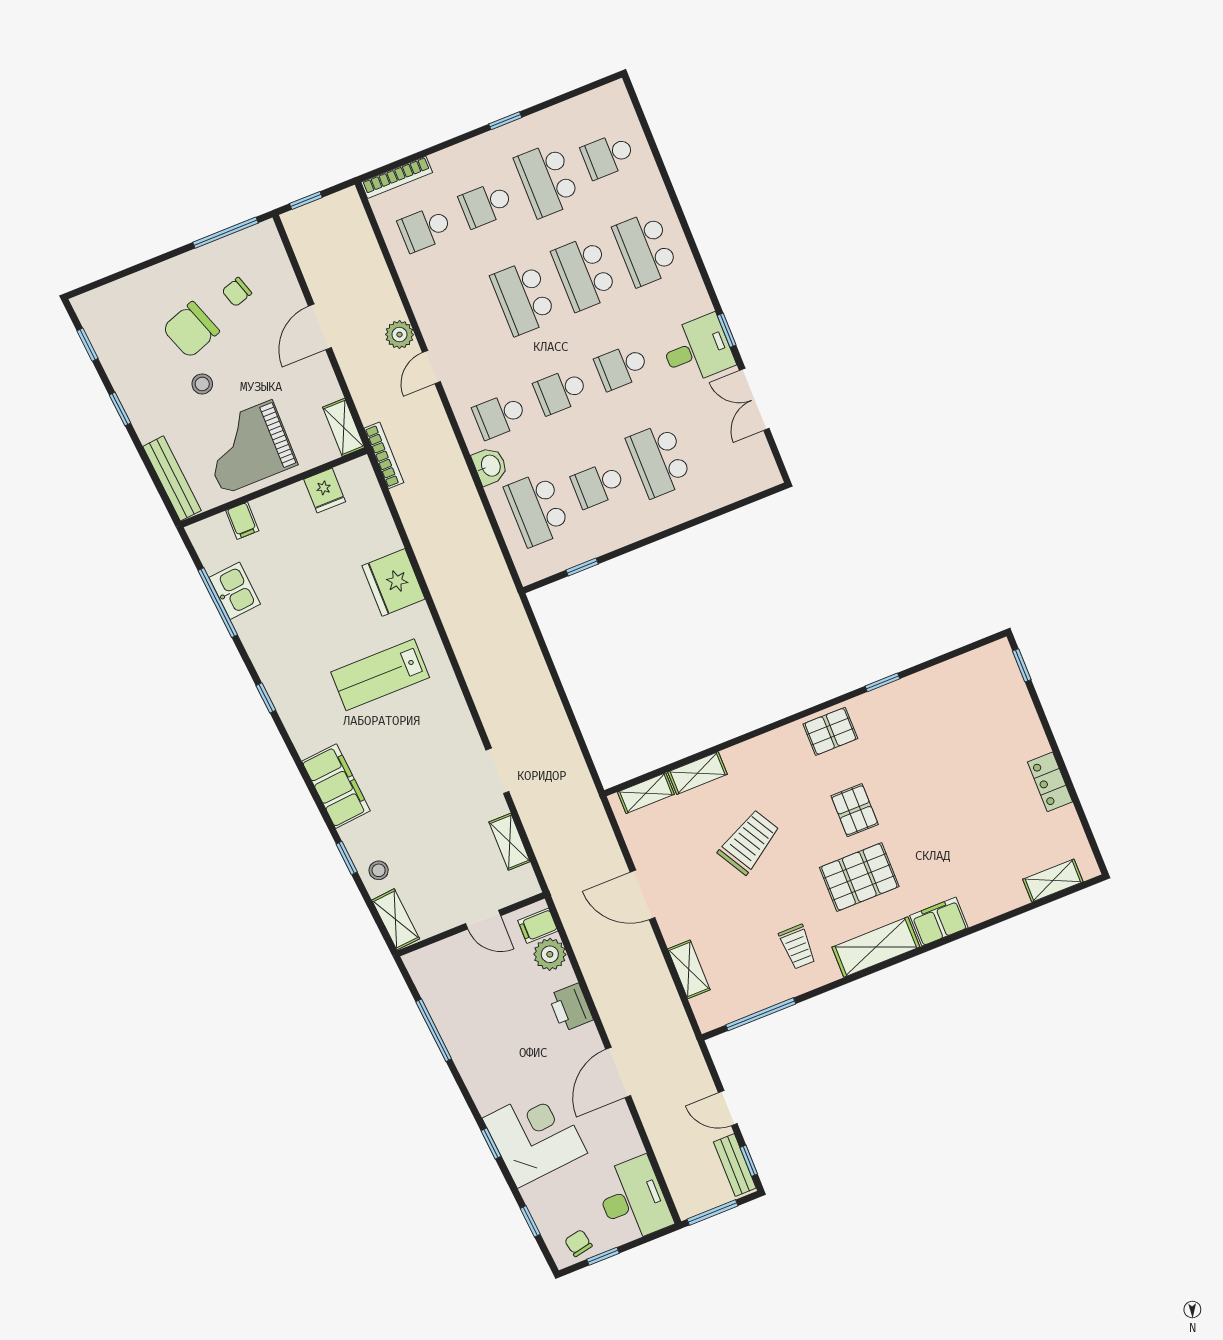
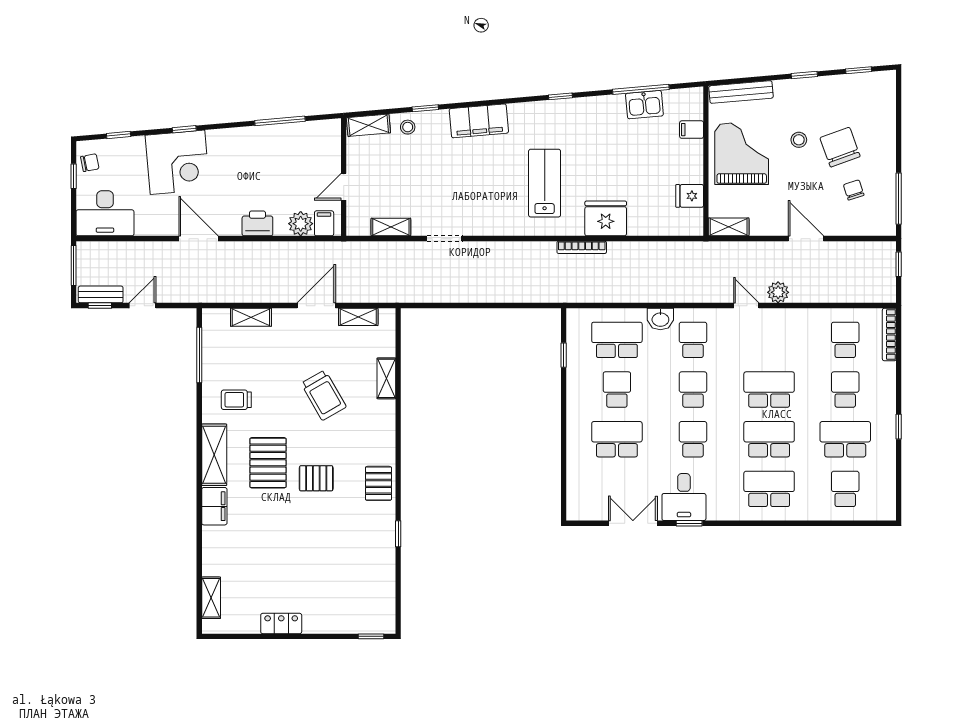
bookcase: (384, 455) -> (582, 247), moved
shelving: (646, 793) -> (358, 317), moved, turned 90

